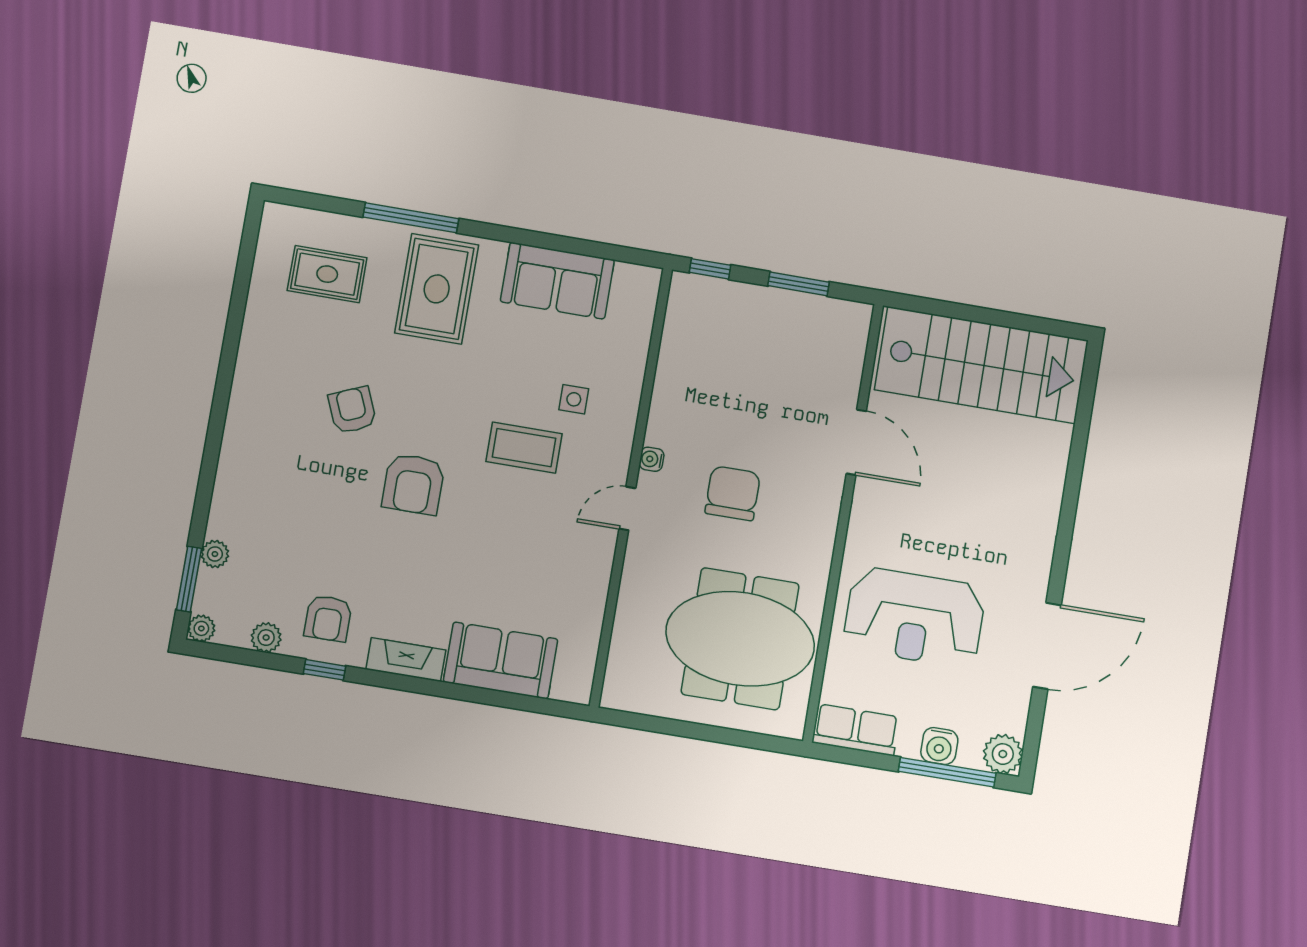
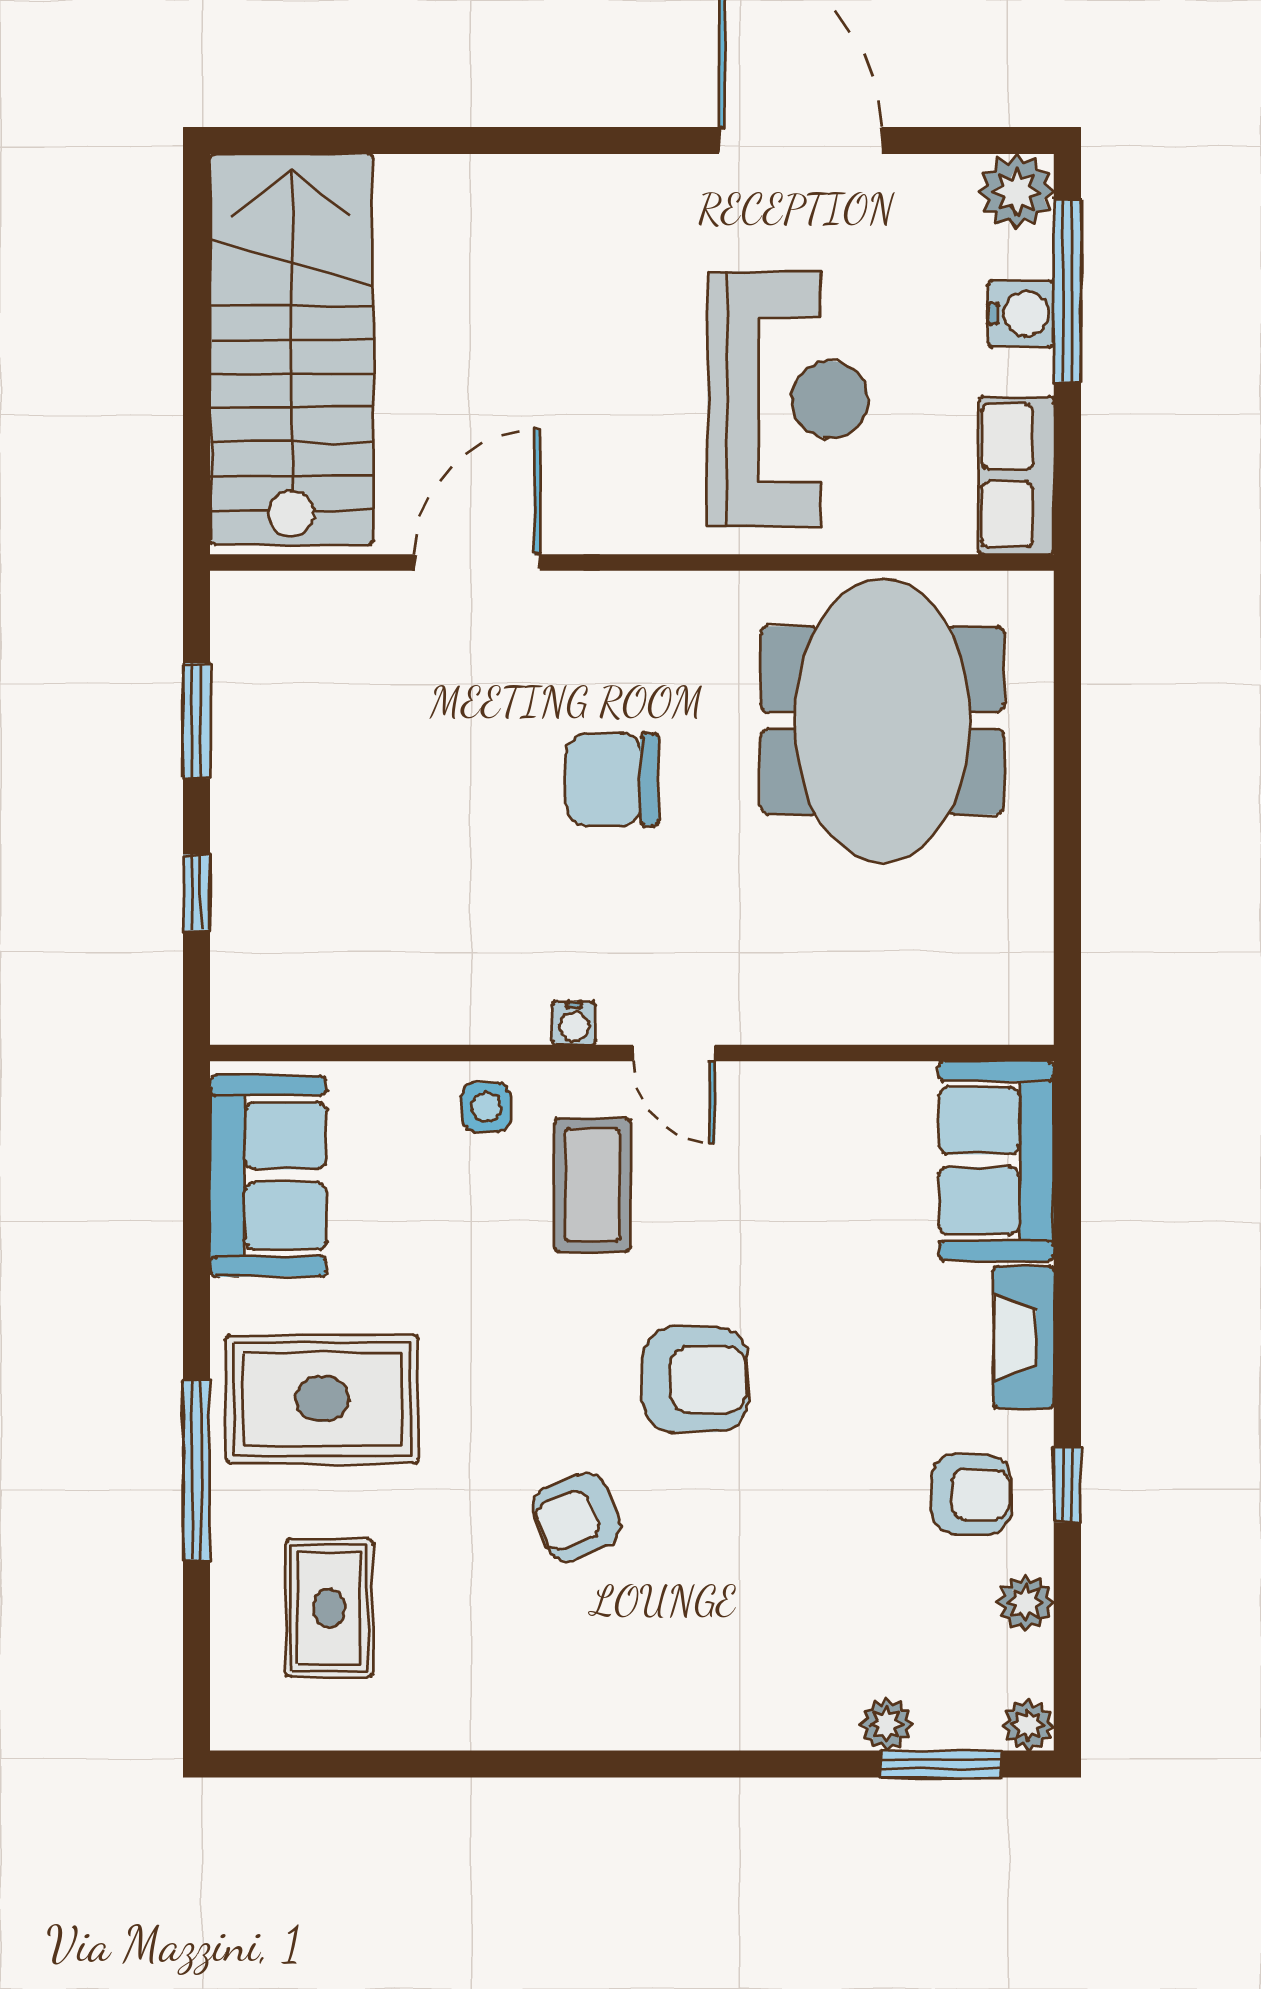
water cooler: (652, 459) -> (574, 1023), moved
wall: (631, 487) -> (632, 1053), moved
door: (627, 508) -> (674, 1053), moved

